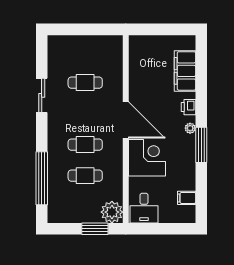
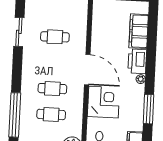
sliding door: (42, 95) -> (19, 32), moved
printer: (188, 107) -> (137, 61), width x1.87, depth x1.48
window: (201, 145) -> (148, 109), moved

